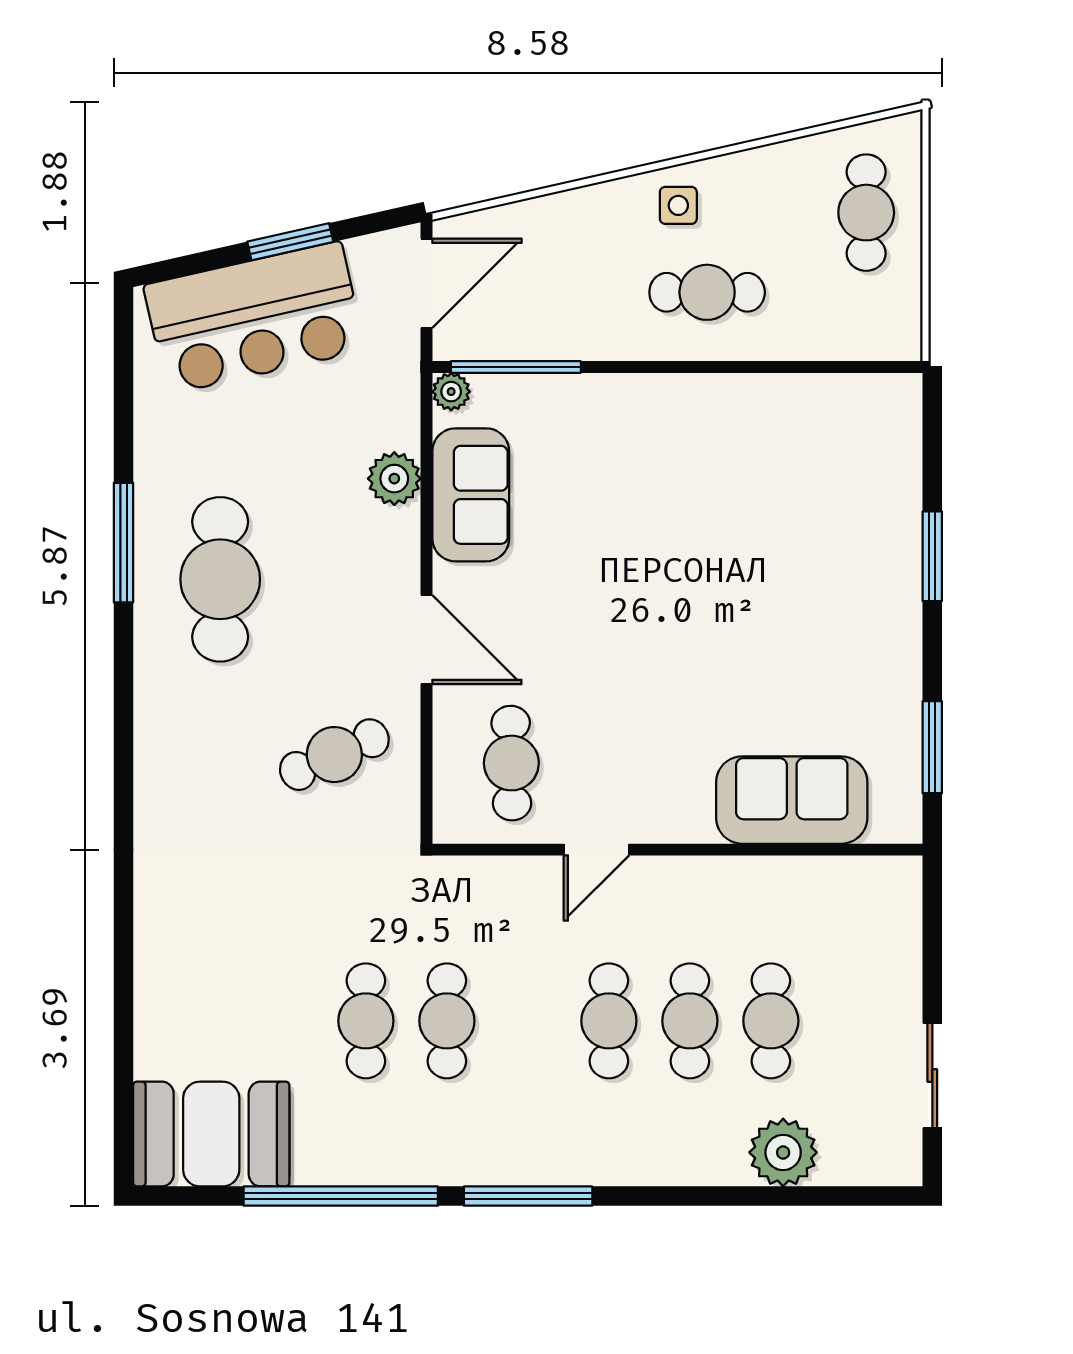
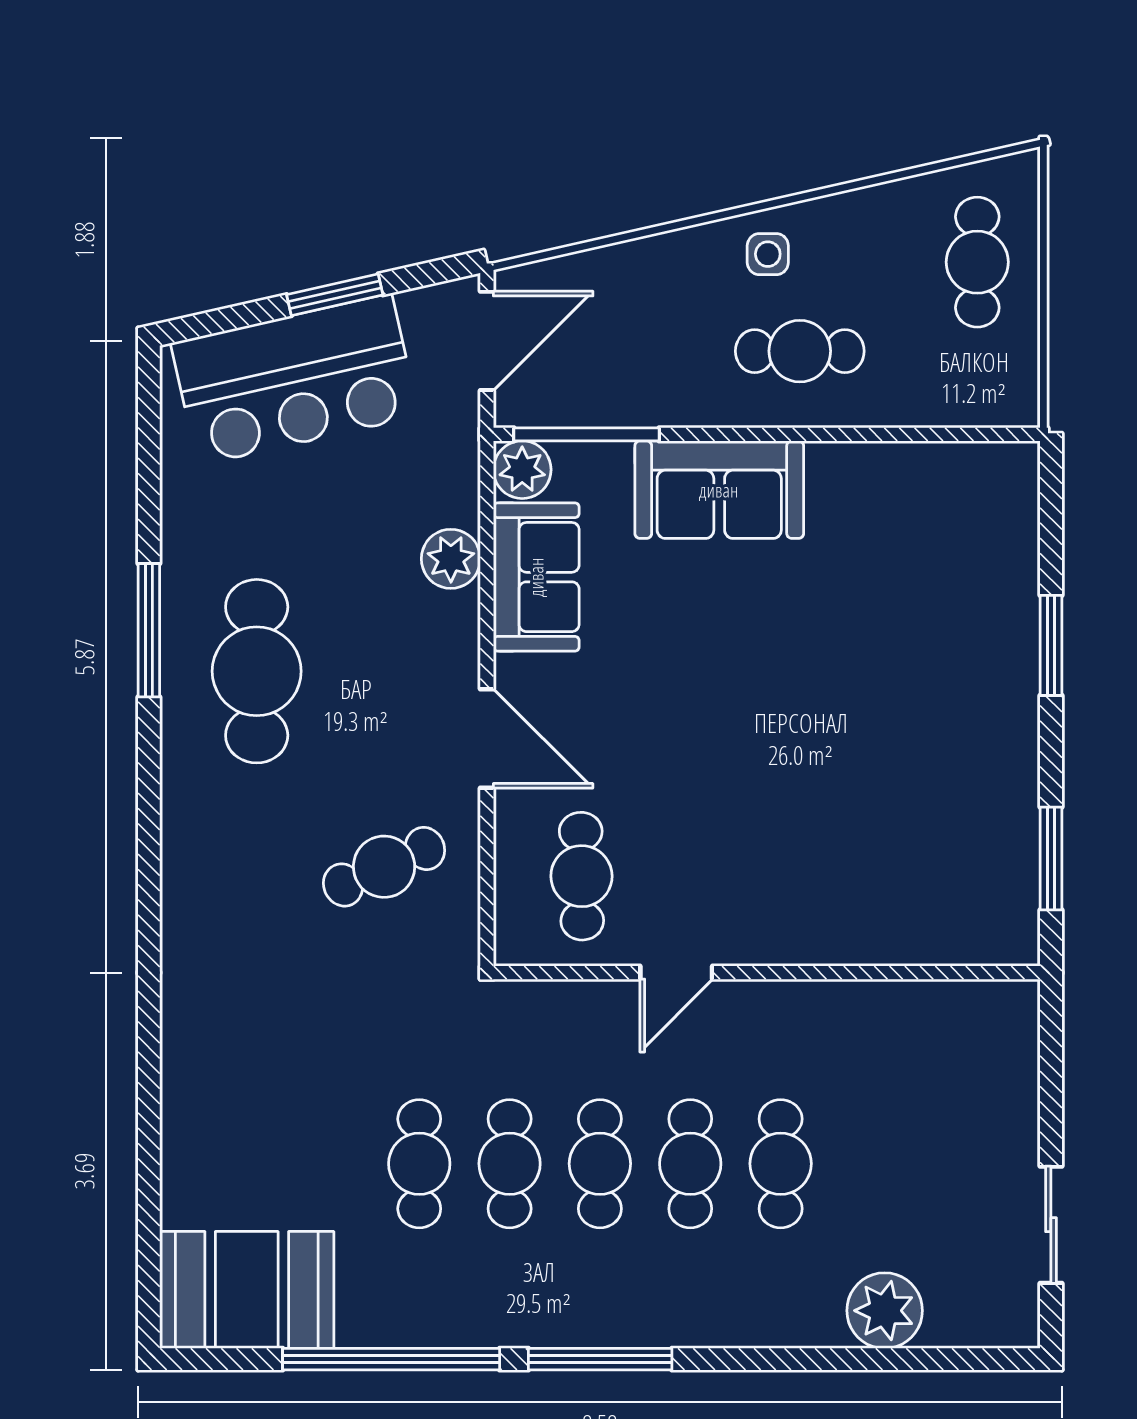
plant: (451, 392) -> (522, 470), width x1.38, depth x1.38
sofa: (792, 800) -> (719, 490), moved, turned 180
cafe table: (771, 1021) -> (600, 1164), moved

